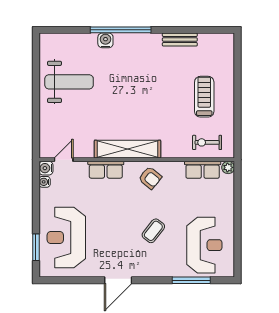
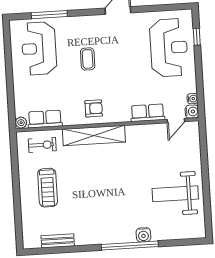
bench: (180, 40) -> (58, 241), moved
shelving: (127, 149) -> (94, 135), moved
row of seats: (106, 170) -> (148, 113), moved
armchair: (150, 178) -> (94, 108), turned 141
coffee table: (153, 231) -> (88, 59), turned -38
window: (36, 247) -> (197, 37), width x0.67

